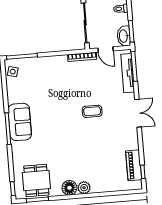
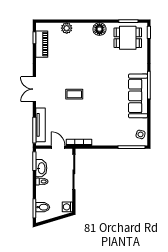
washbasin: (124, 36) -> (41, 168), moved
sofa: (20, 122) -> (138, 96), width x1.36
dining table: (36, 181) -> (128, 38), turned 90
plant: (84, 188) -> (67, 28), moved

